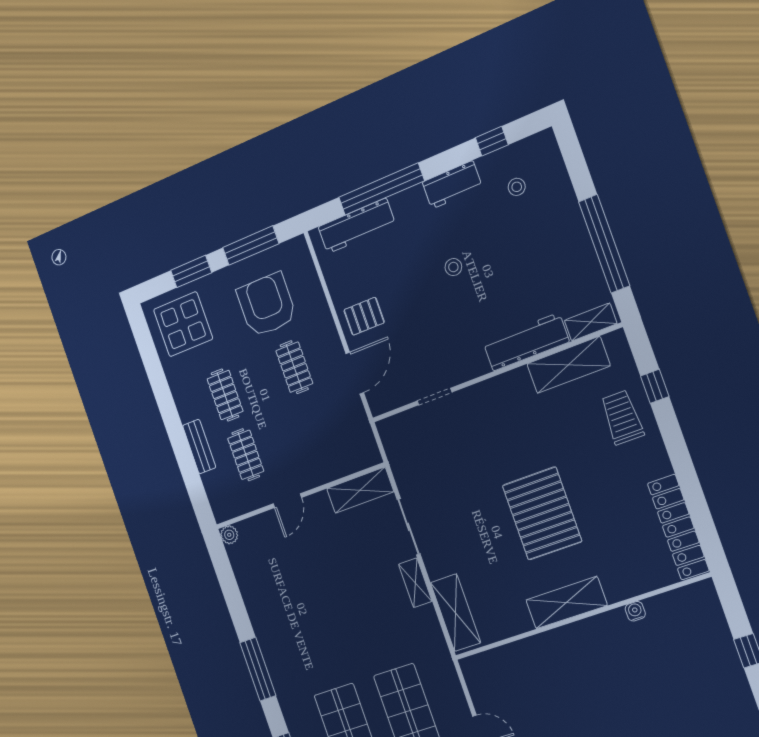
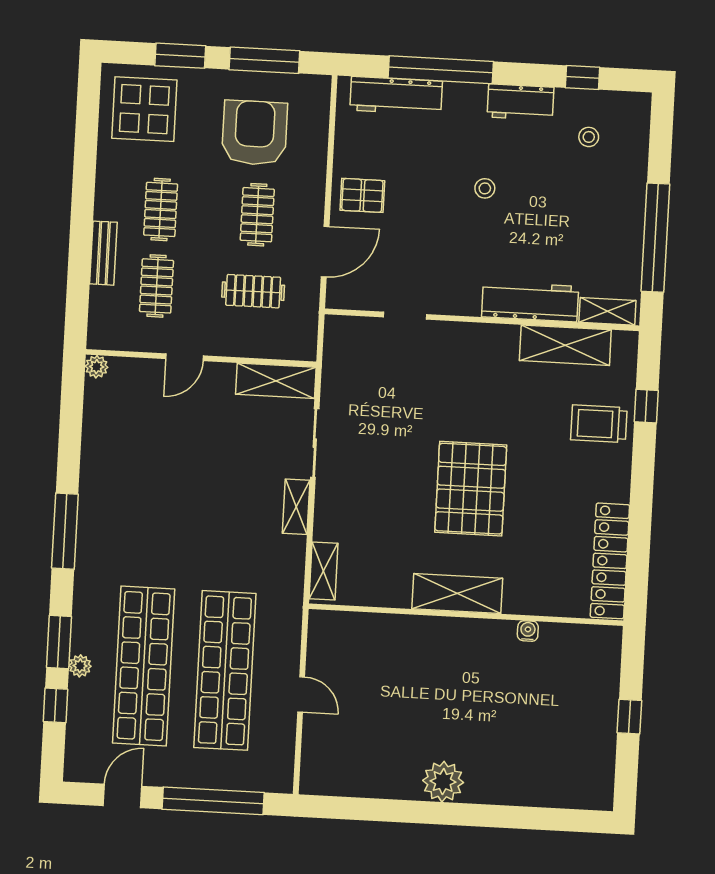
trolley: (622, 417) -> (599, 424), turned -90
clothes rail: (315, 428) -> (253, 291), added
shelving: (456, 613) -> (323, 571), width x0.67, depth x0.75

